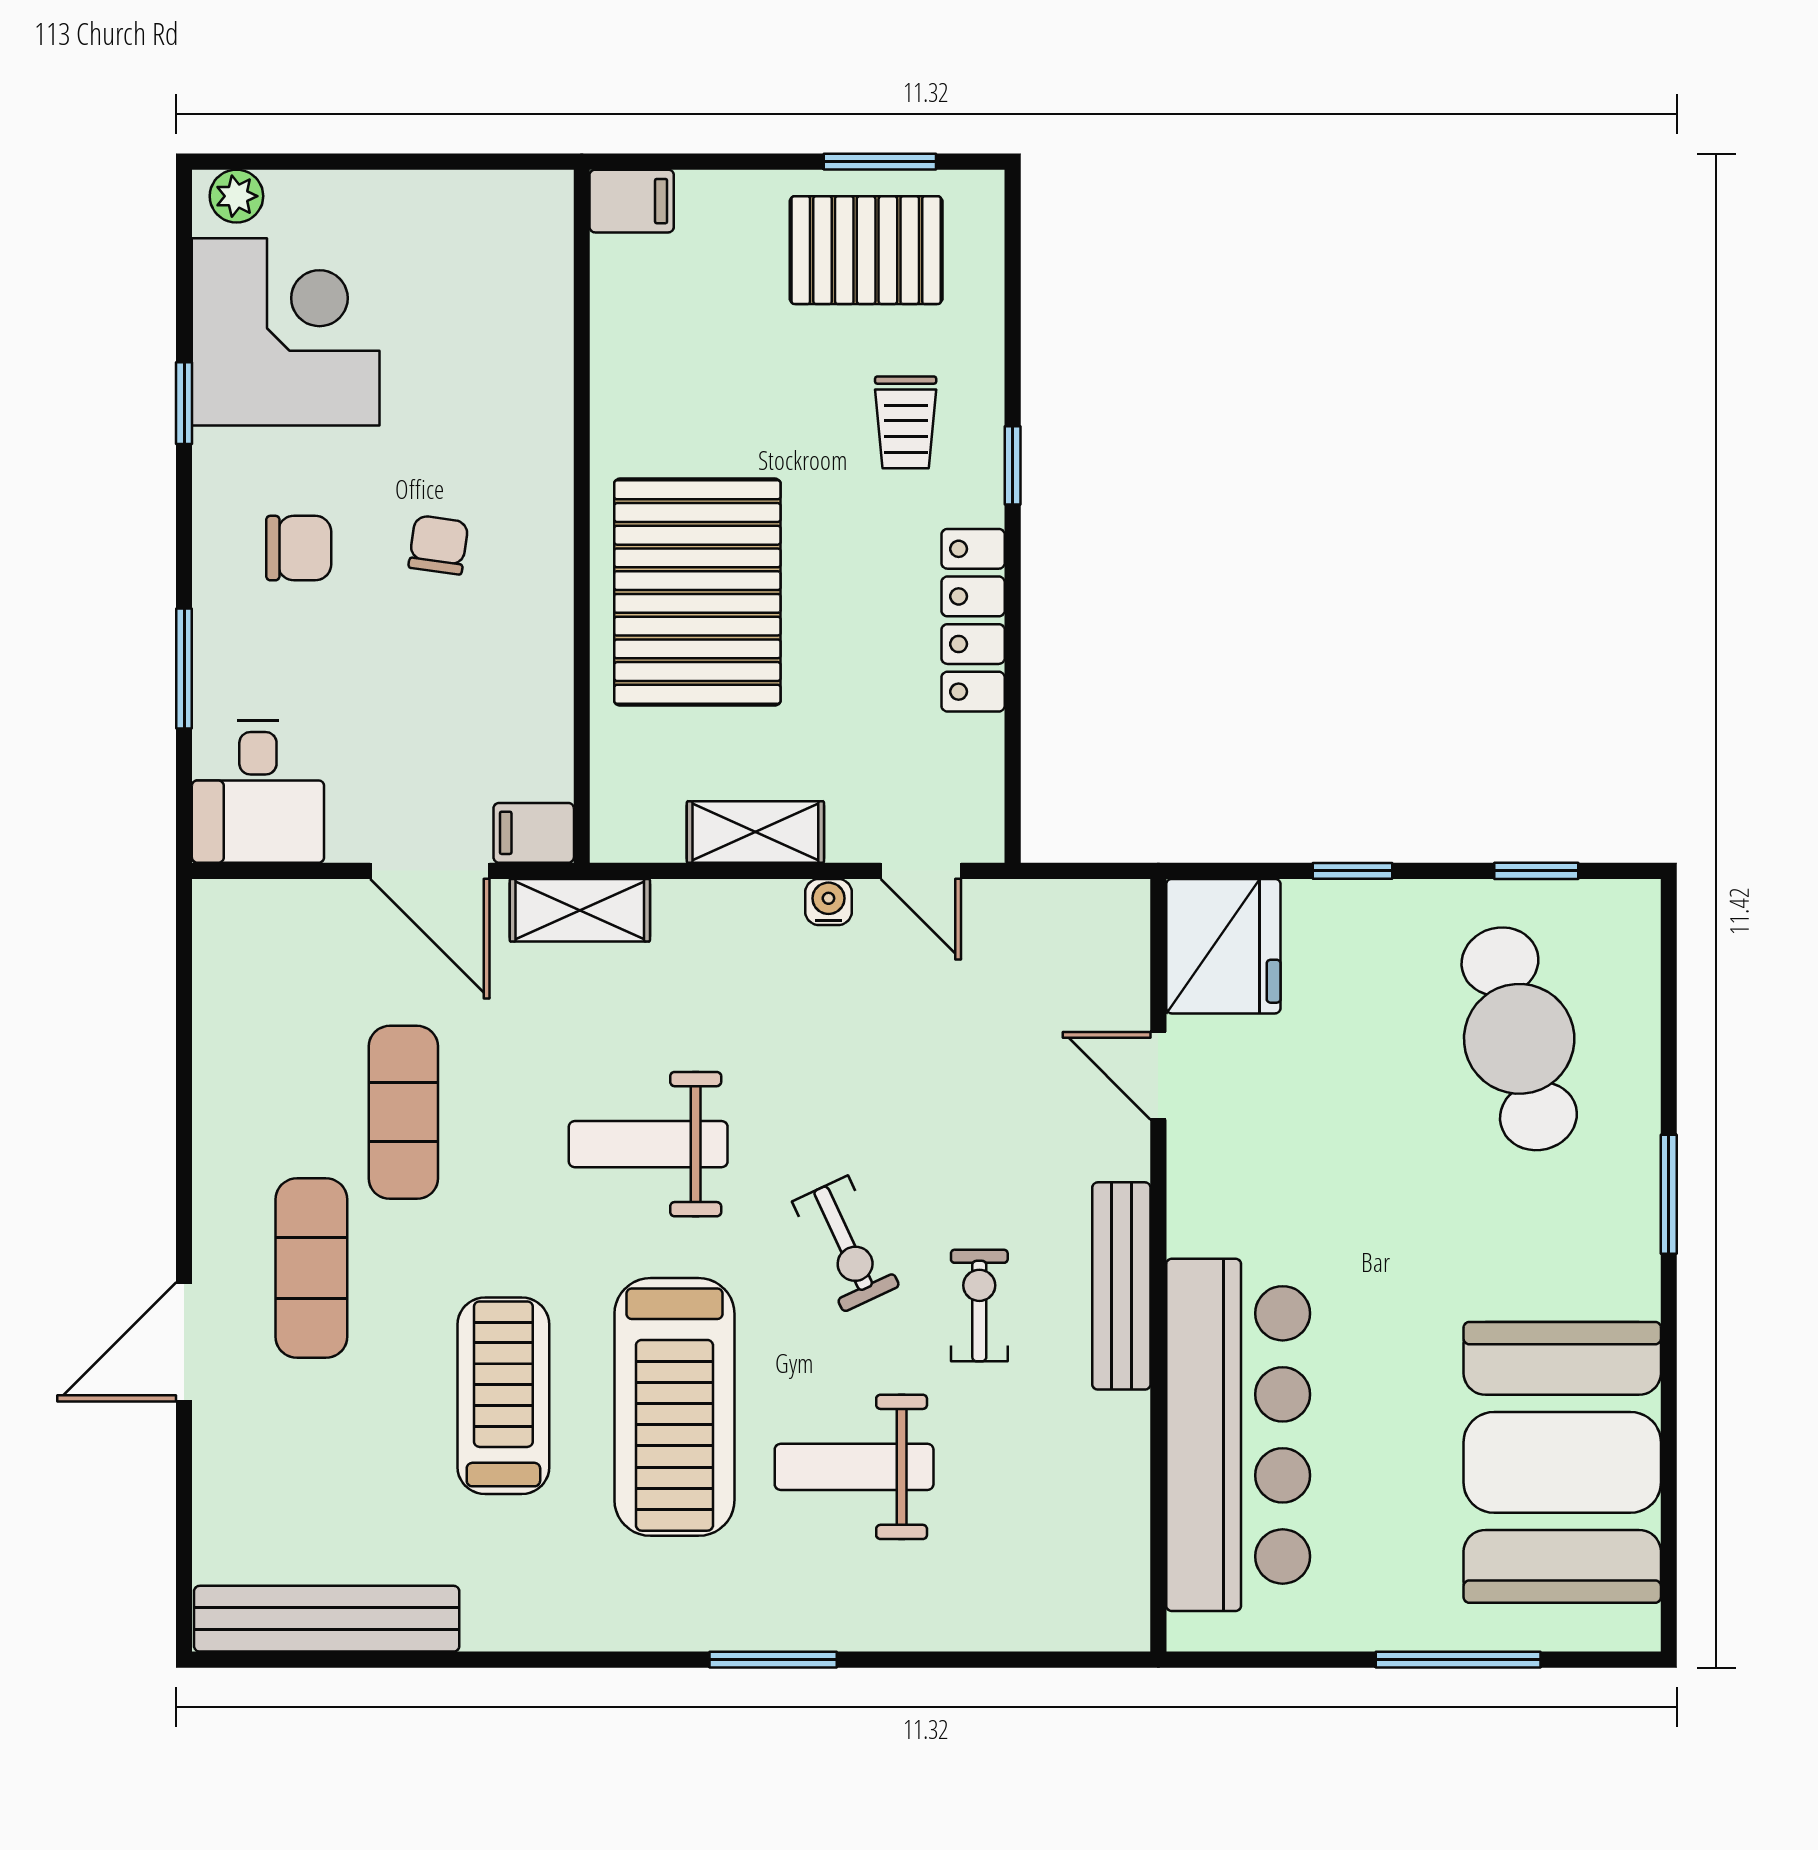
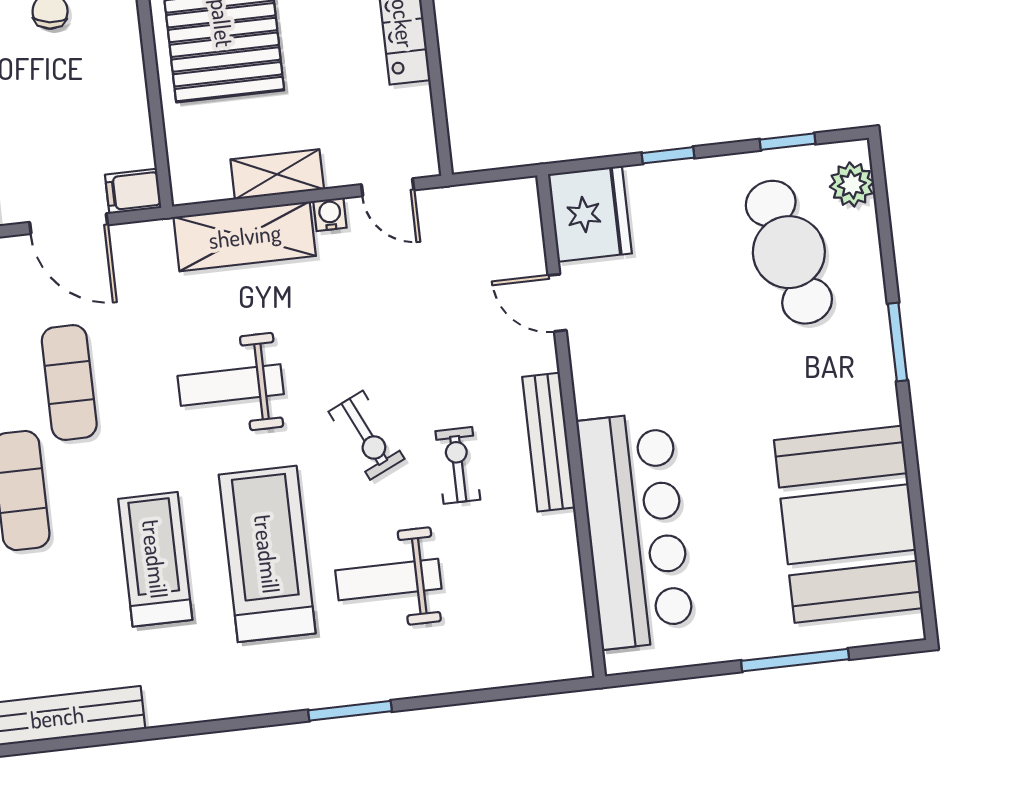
shelving: (580, 910) -> (245, 236), moved, width x1.50, depth x1.33
plant: (1627, 947) -> (852, 184), added
treadmill: (674, 1407) -> (267, 554), turned 180

